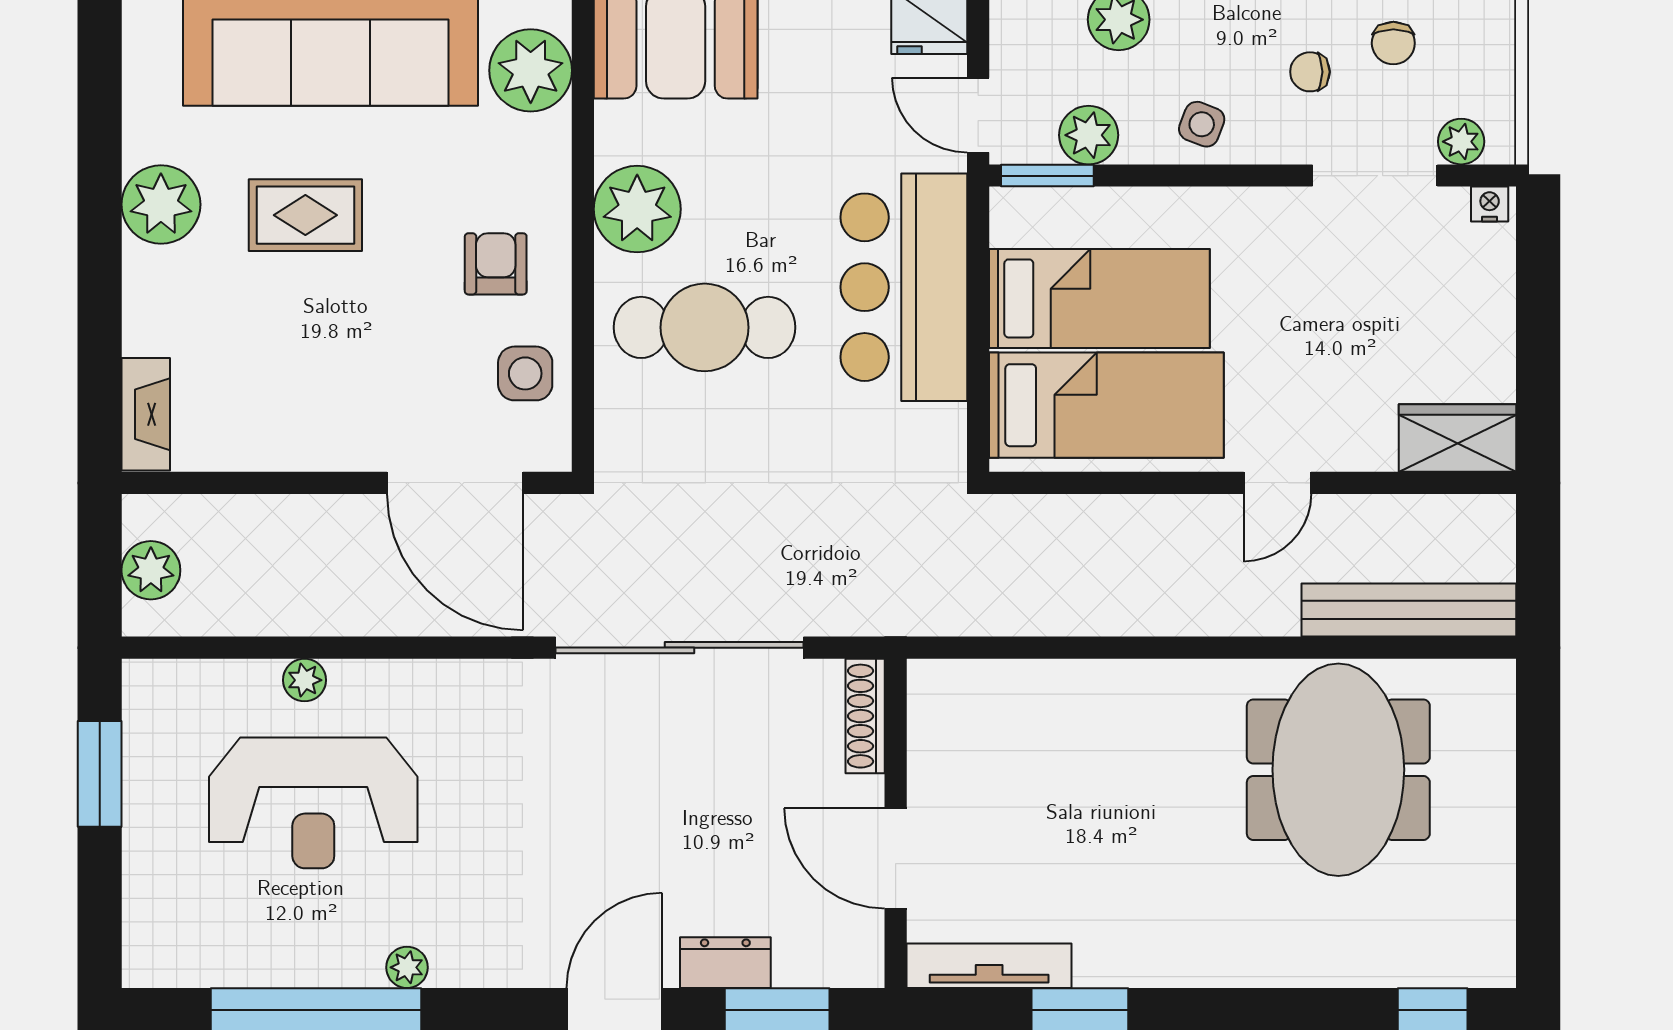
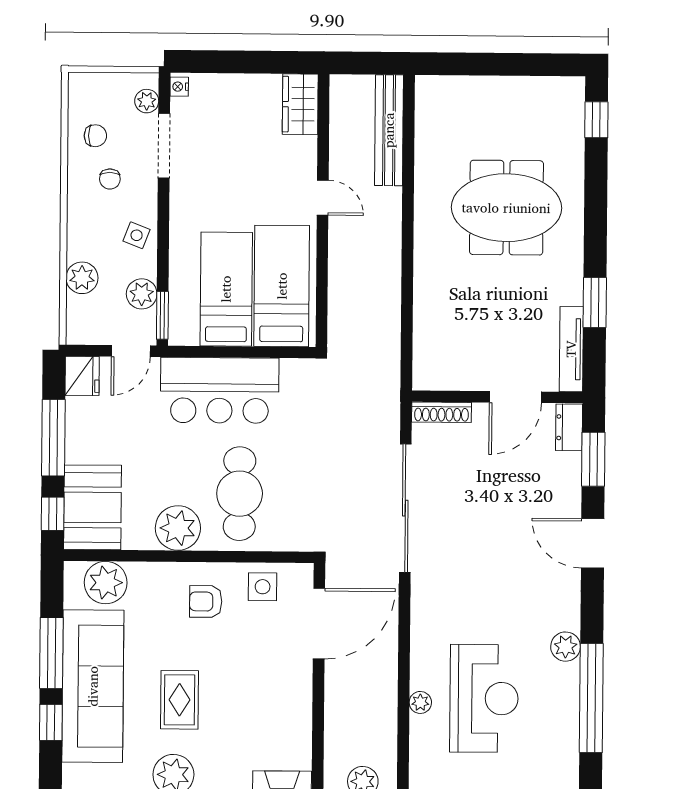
meeting table: (1338, 770) -> (506, 208), moved
dresser: (725, 963) -> (569, 427), moved
plant: (407, 967) -> (566, 647), width x1.38, depth x1.38

